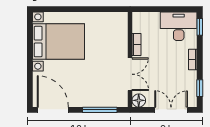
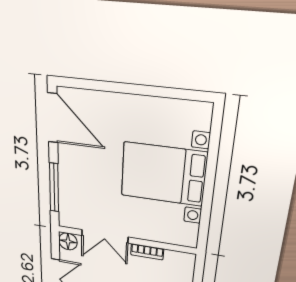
bed with nightstands: (59, 42) -> (163, 174), moved, turned 90
door: (53, 110) -> (53, 118), hinge flipped

